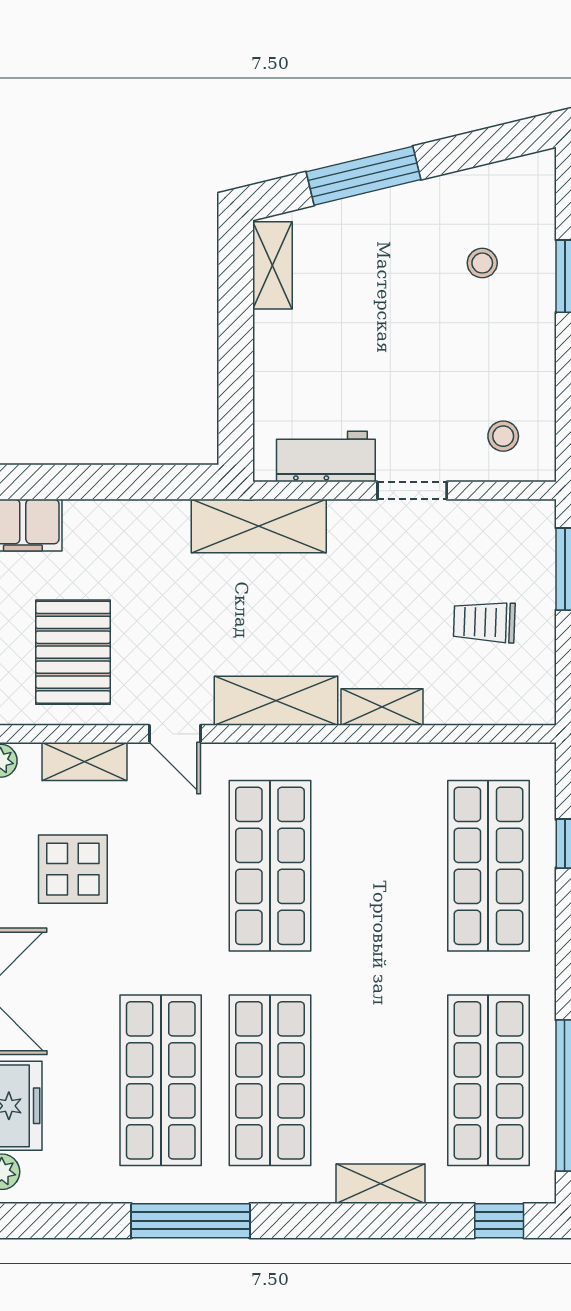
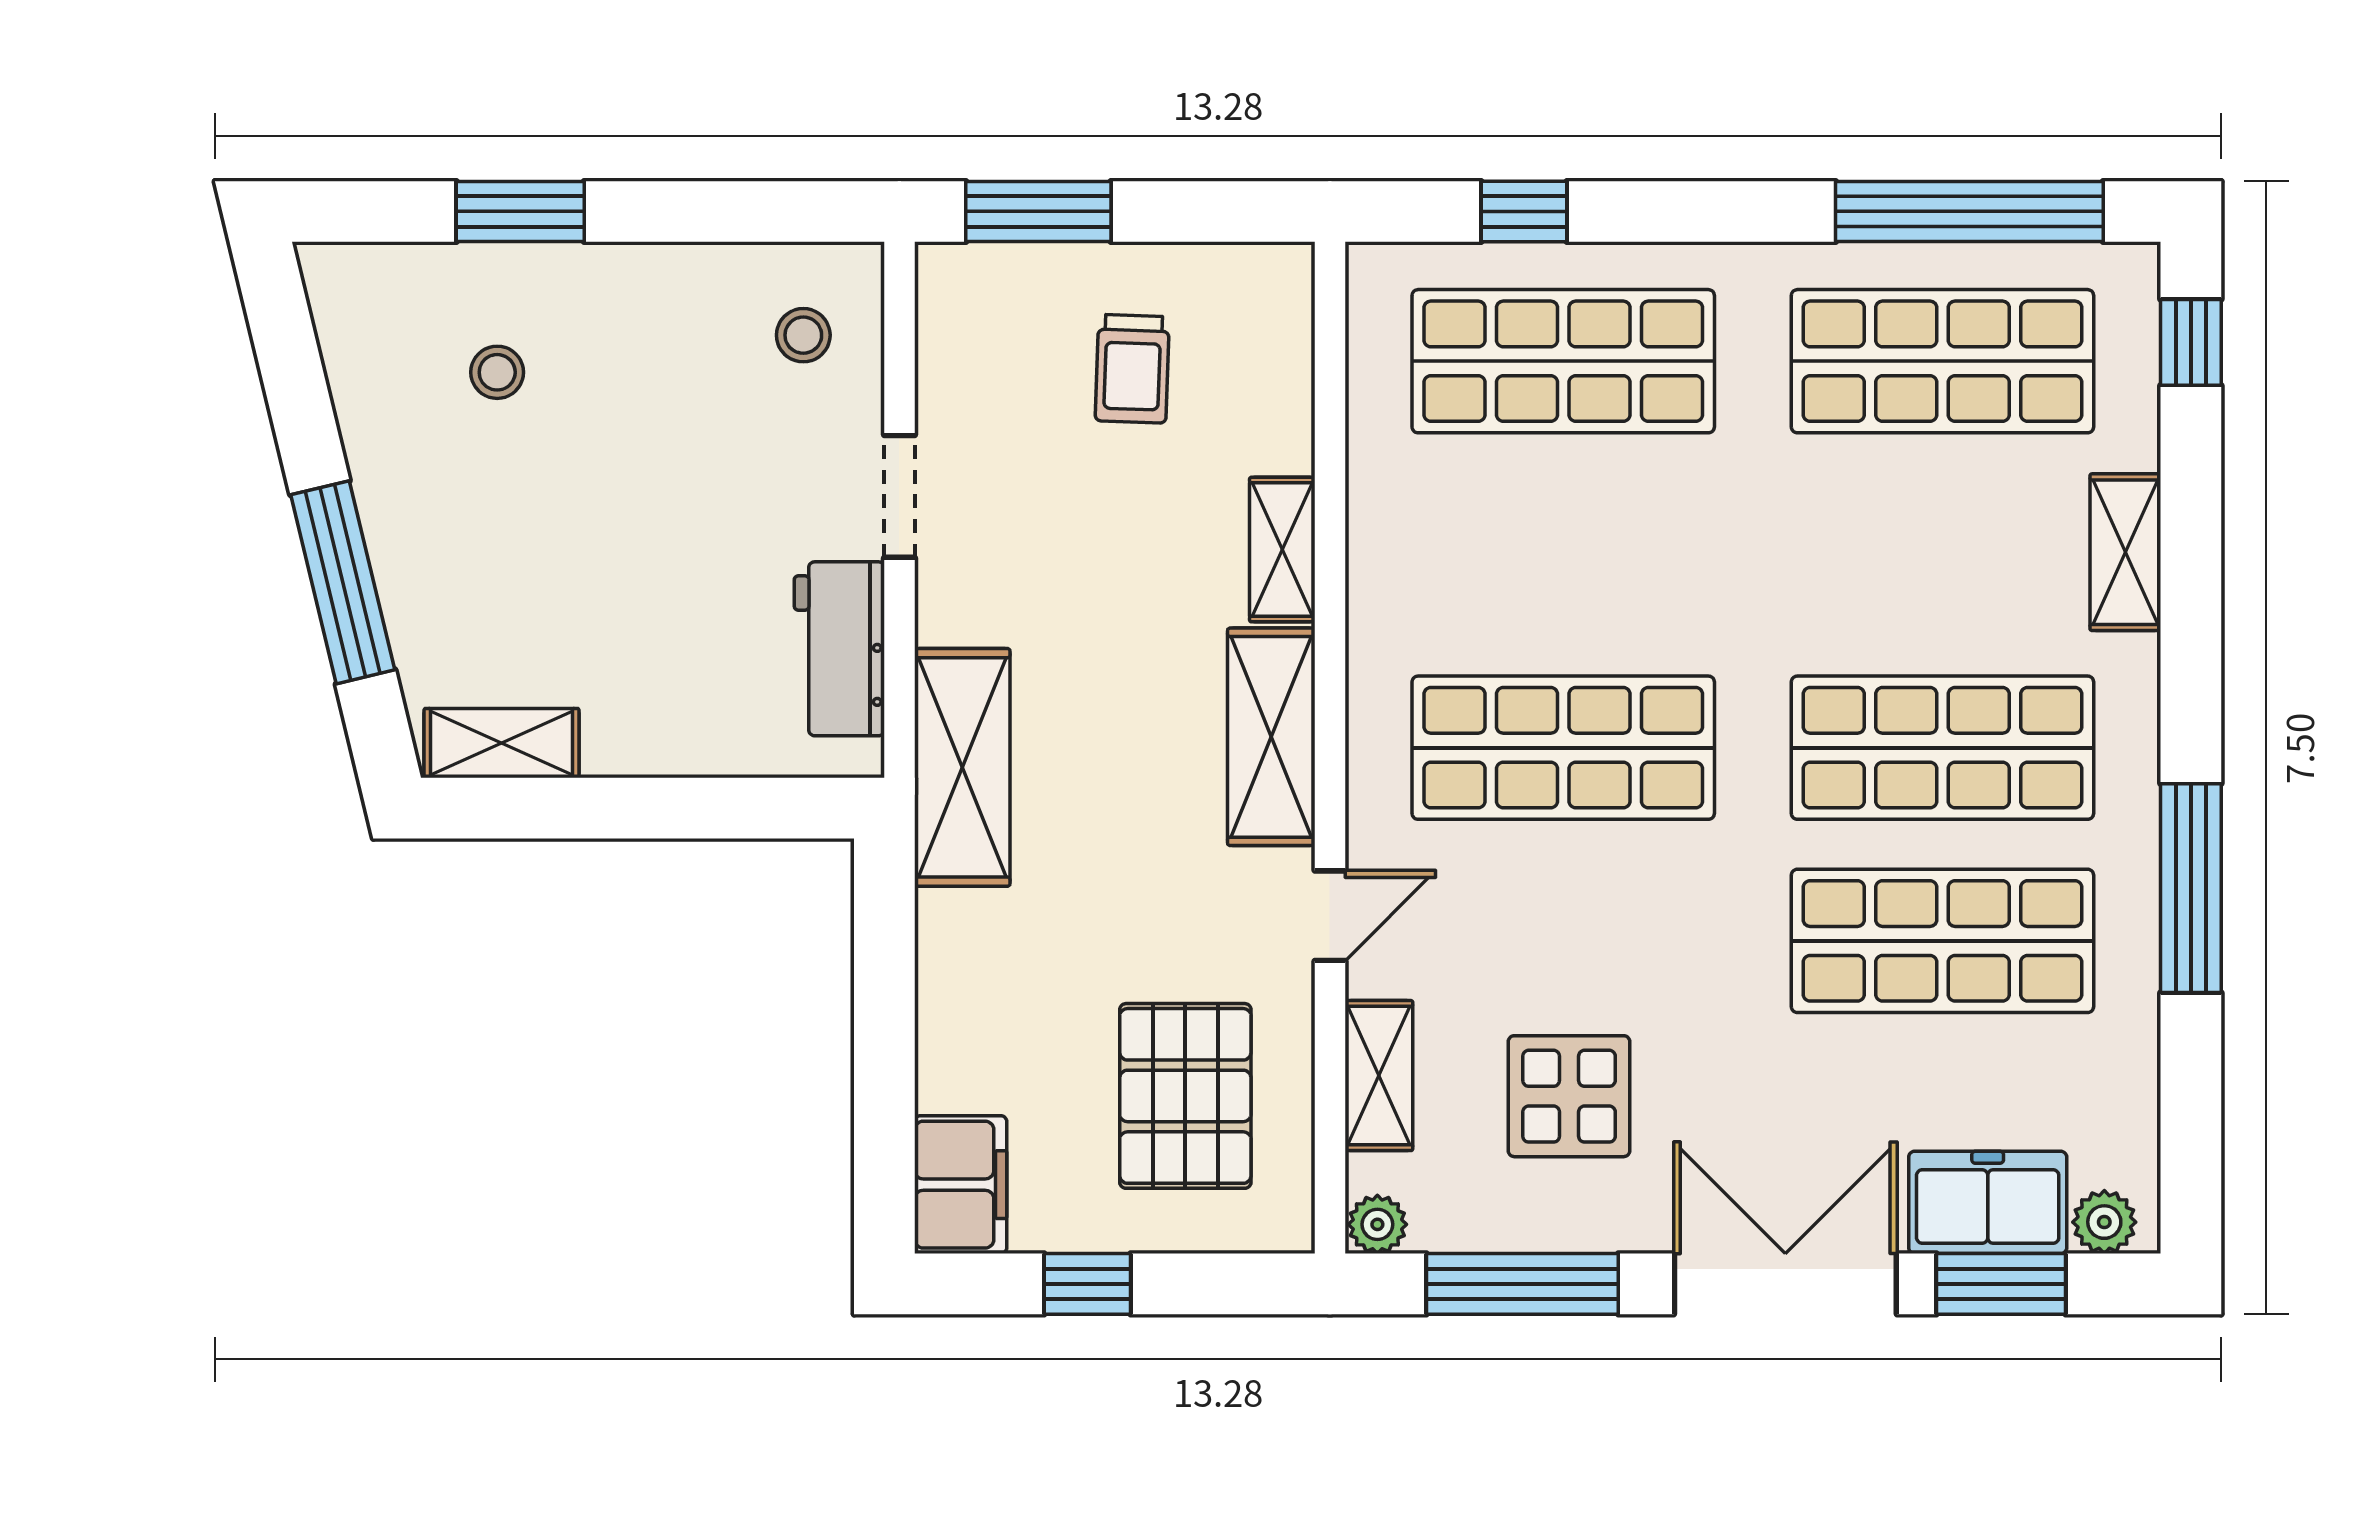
pallet: (73, 652) -> (1185, 1096), turned 90

